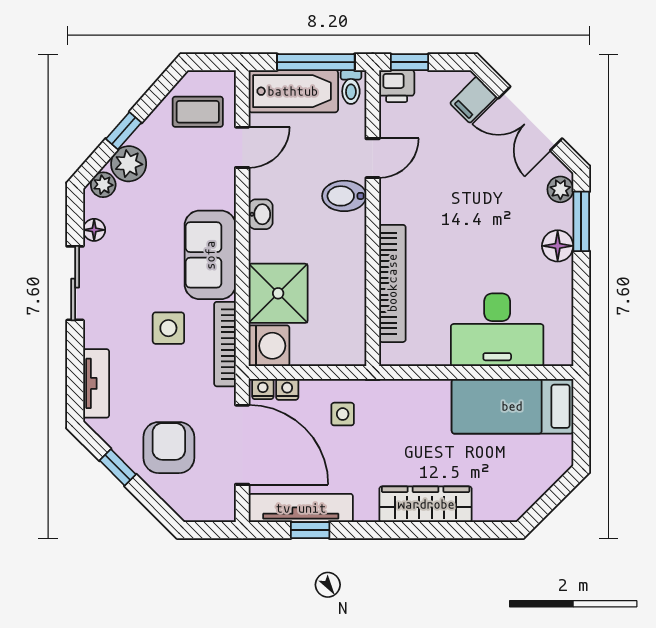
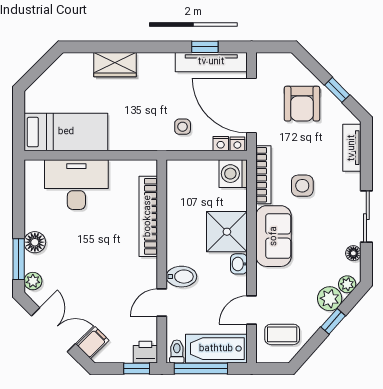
shower: (278, 293) -> (227, 232), moved
wardrobe: (426, 504) -> (115, 65), width x0.67

